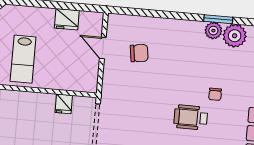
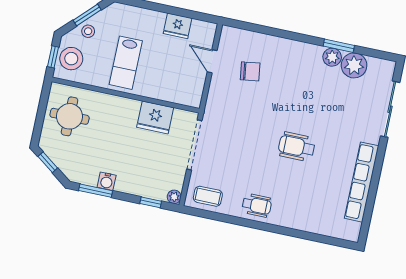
chair: (215, 94) -> (326, 125), removed
fridge: (64, 104) -> (155, 117), width x1.88, depth x1.34

